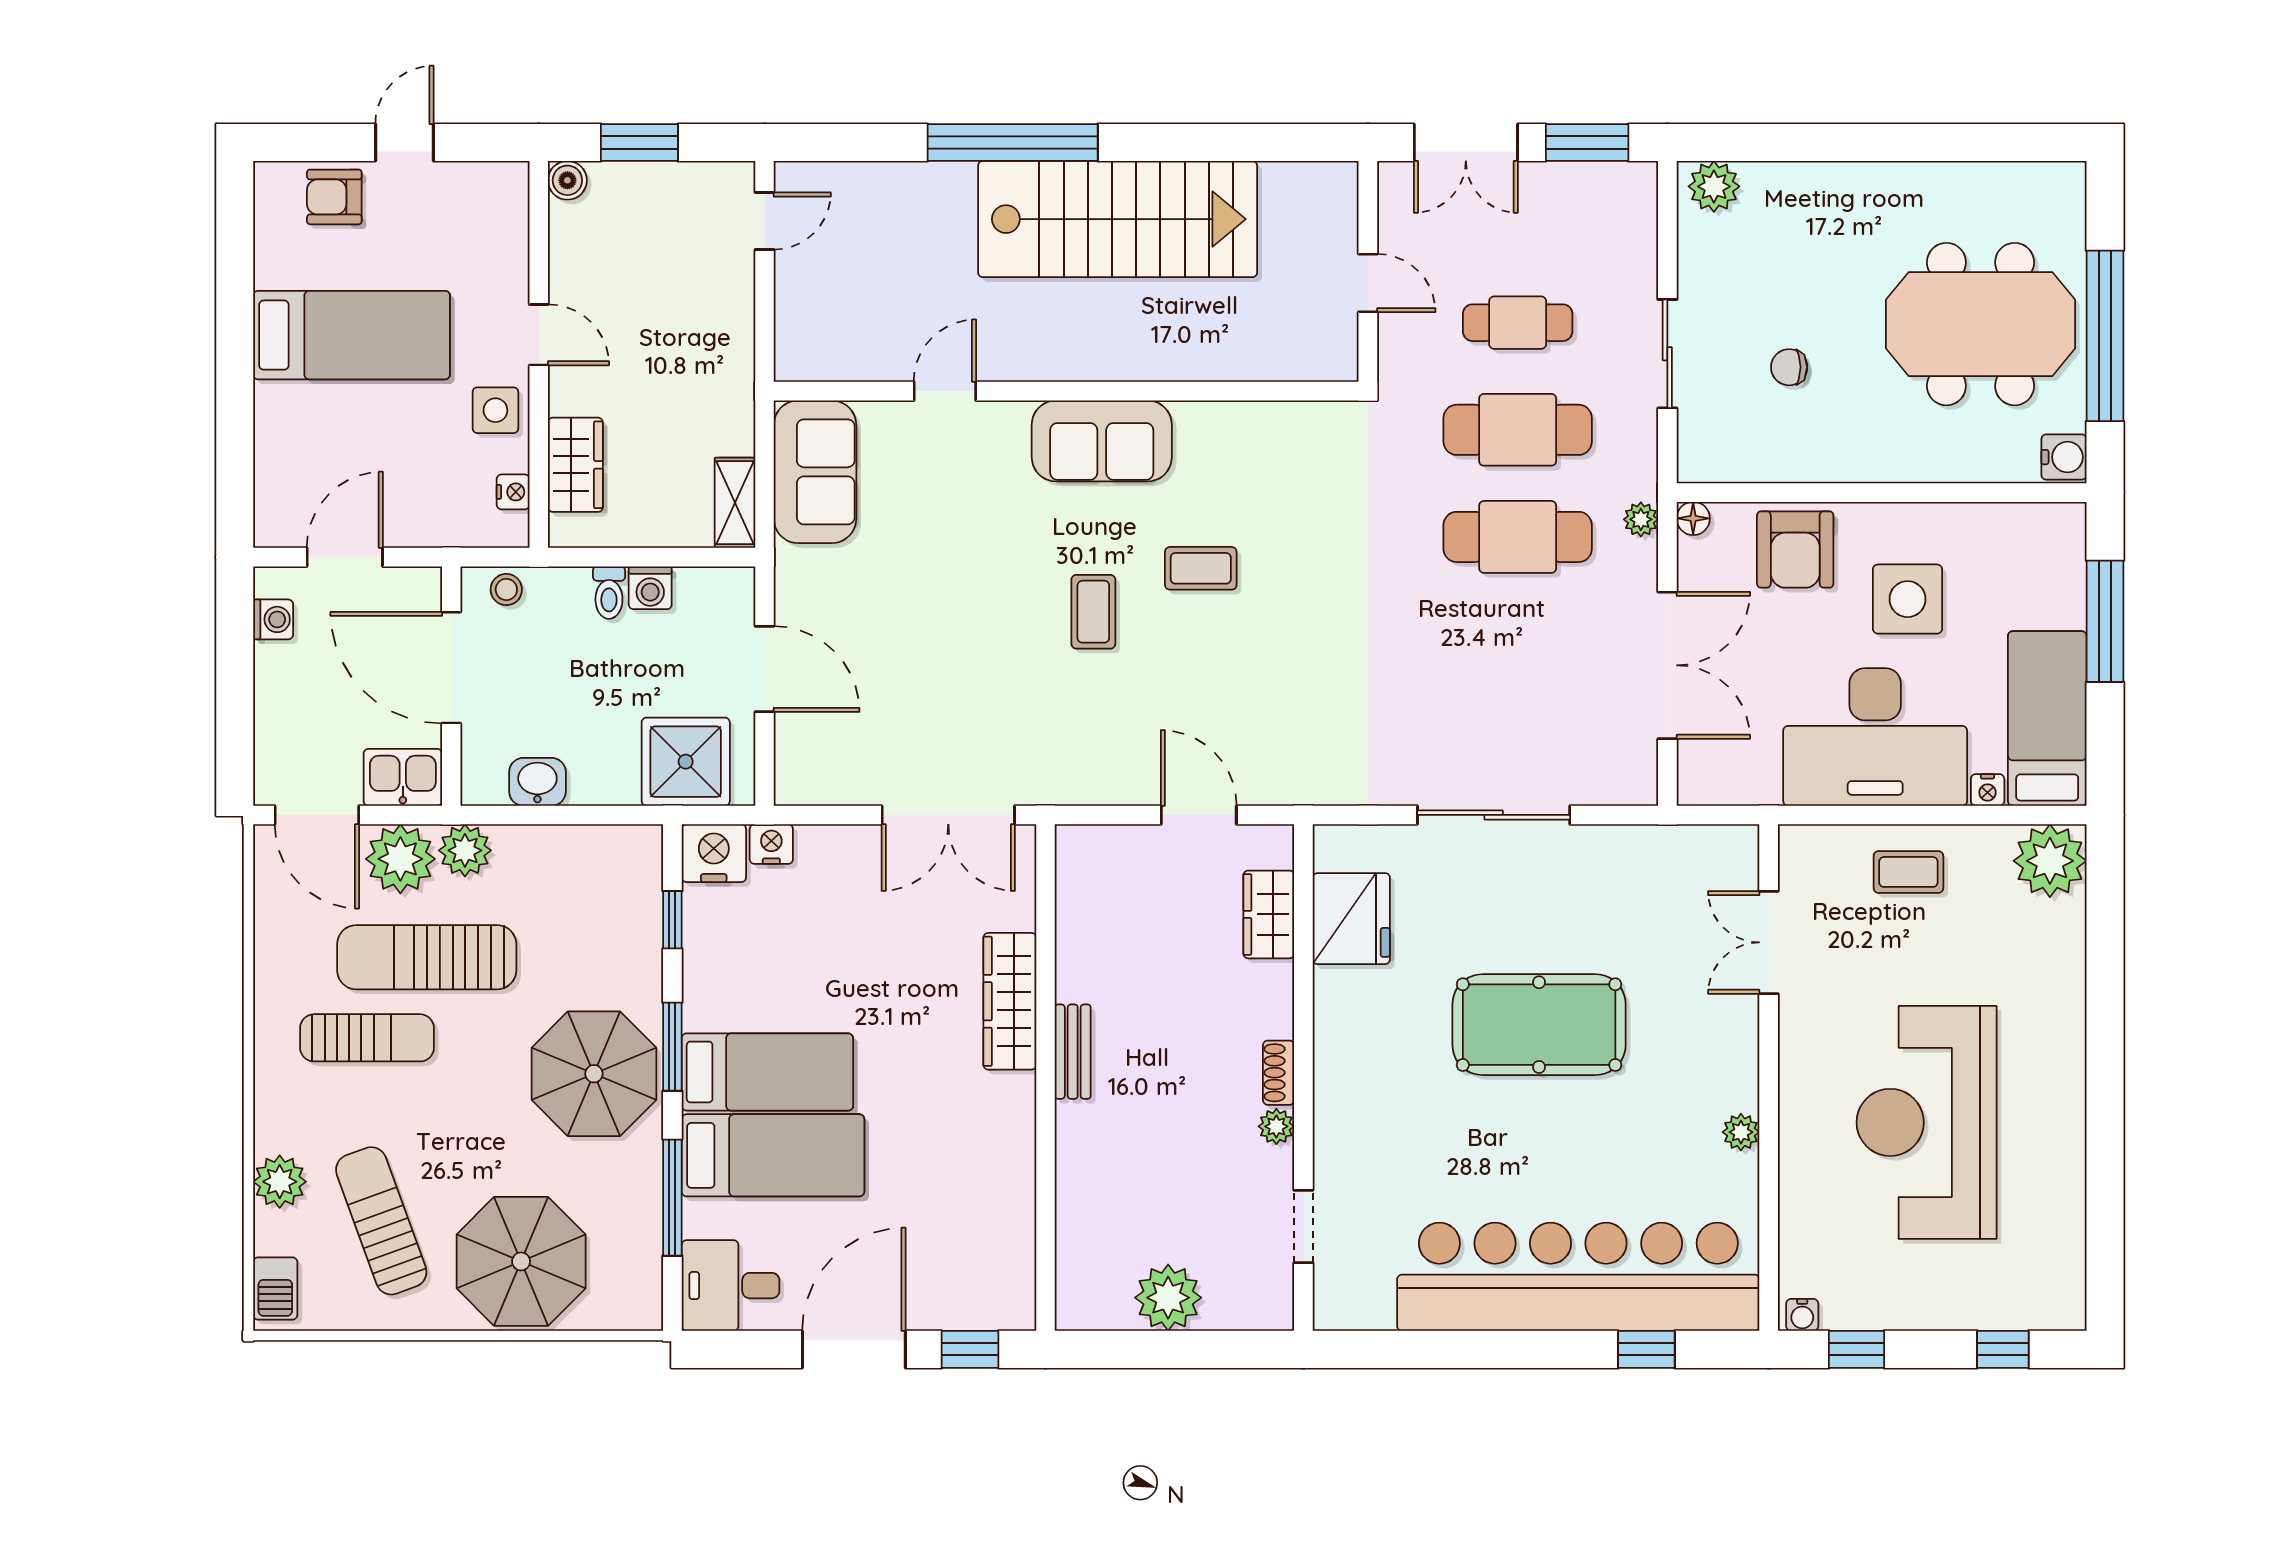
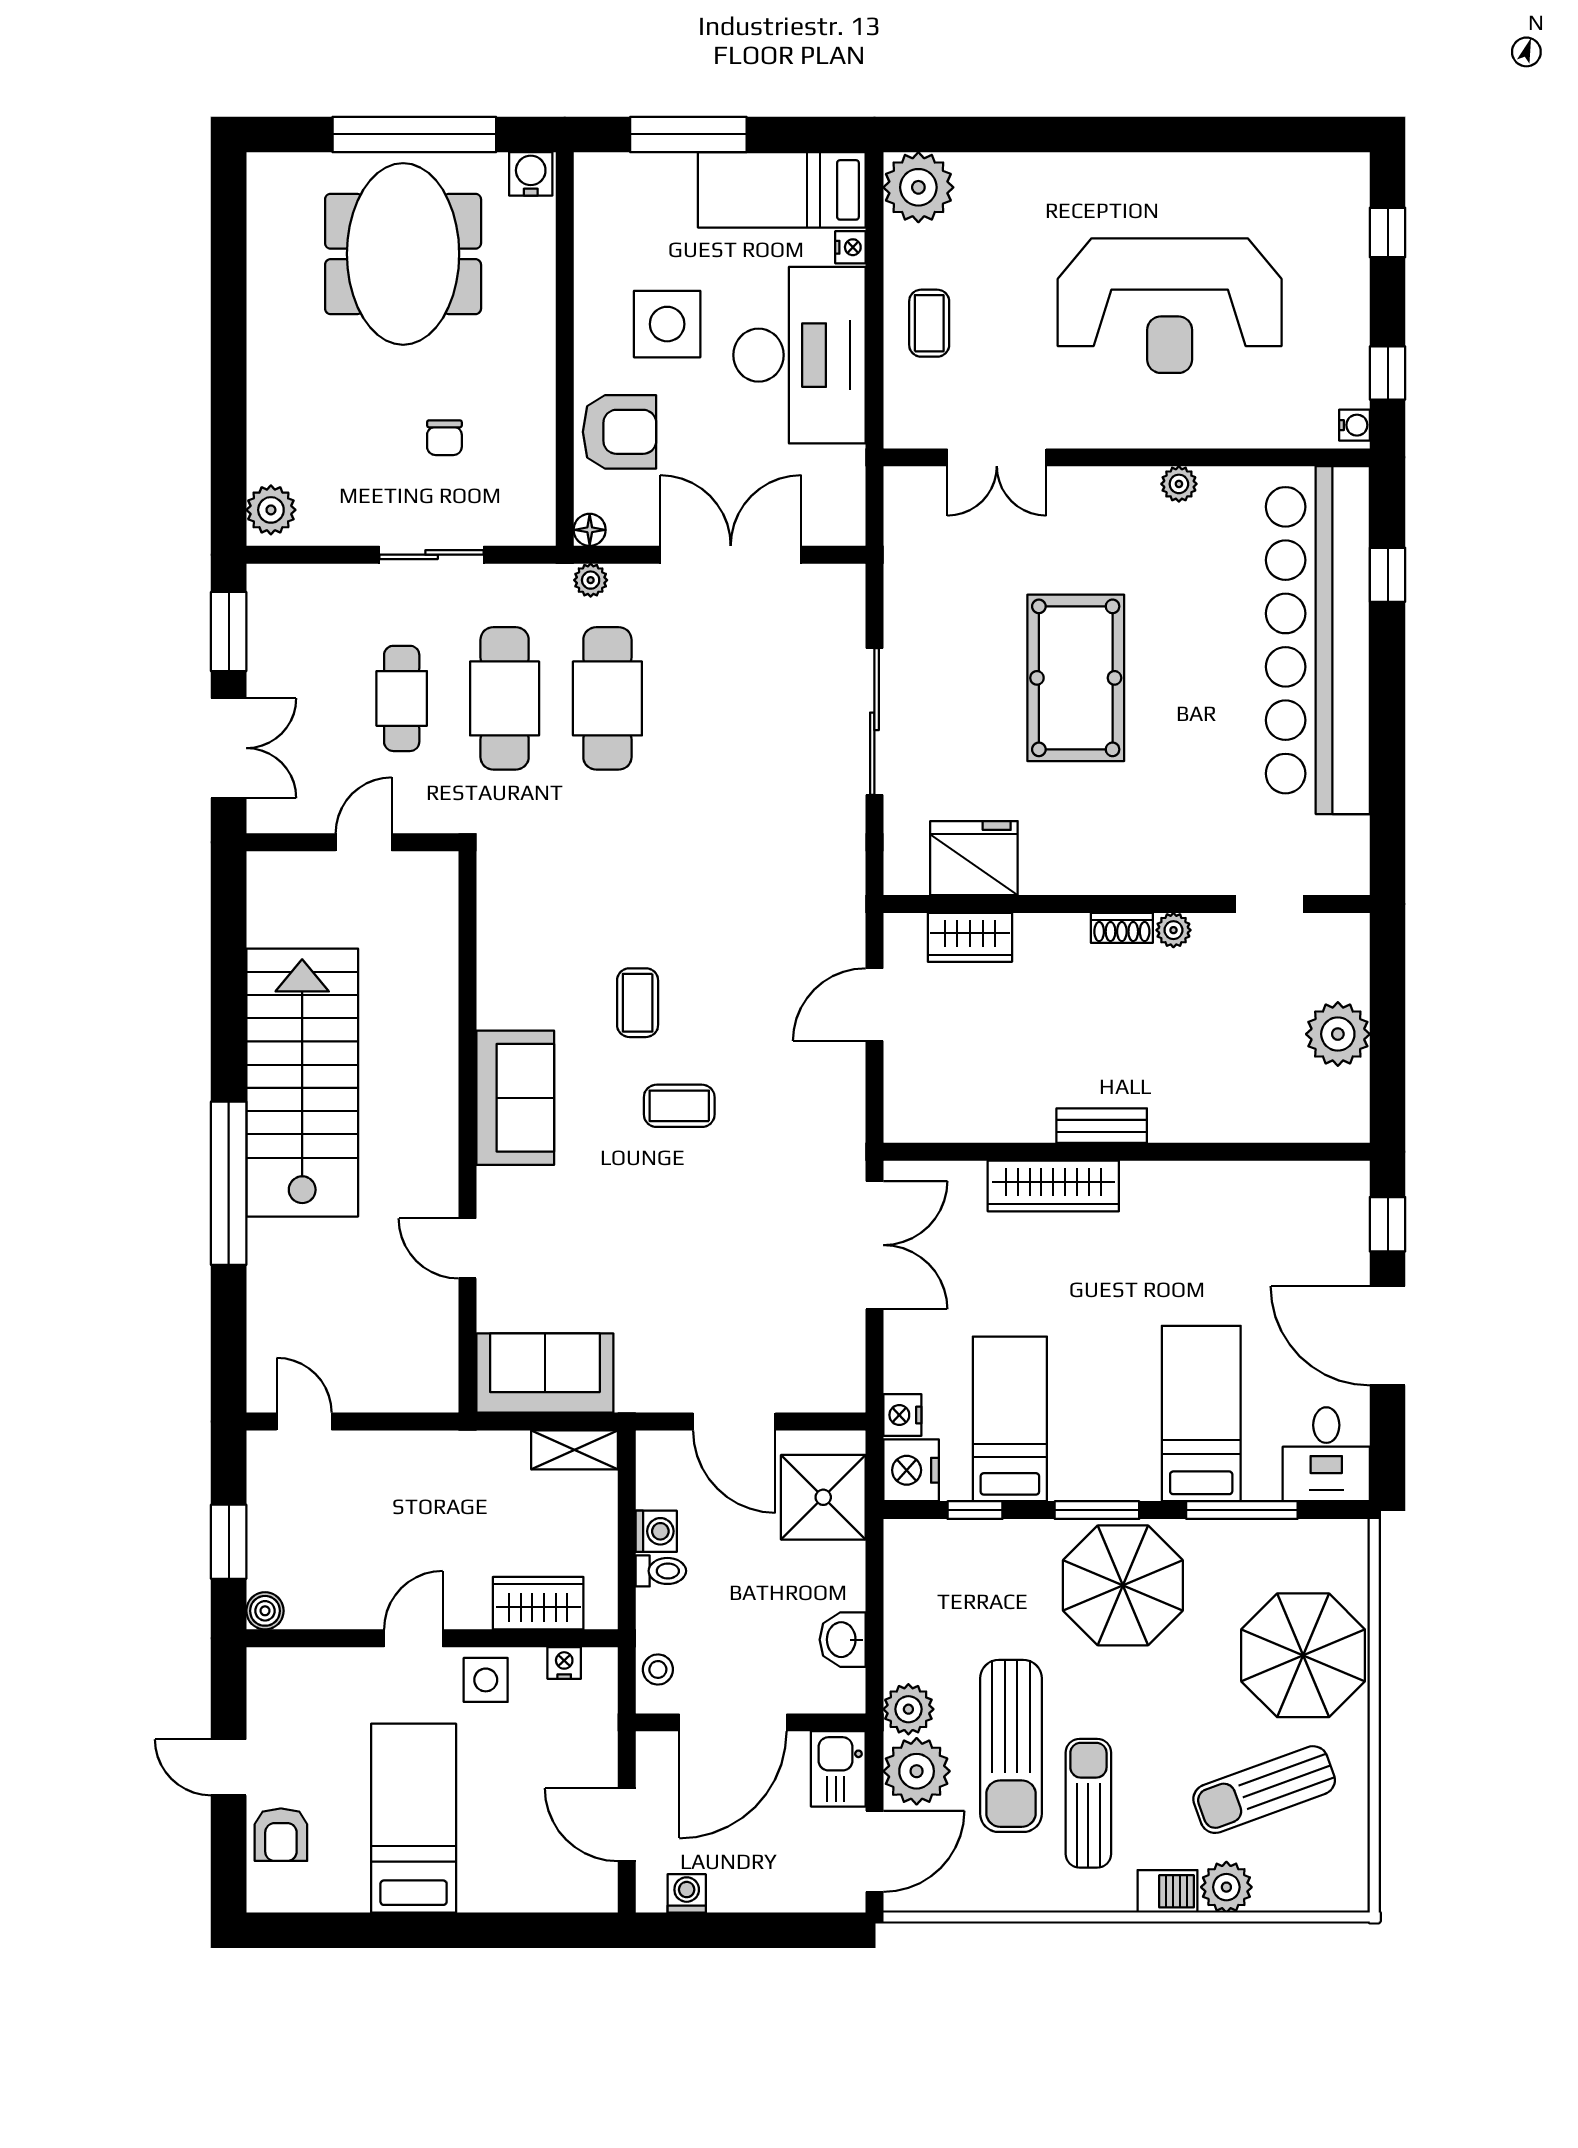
door: (764, 669) -> (734, 1422), swing flipped
bed: (767, 1072) -> (1010, 1419), moved
barbecue: (275, 1288) -> (1168, 1891), moved

